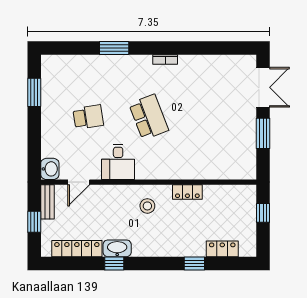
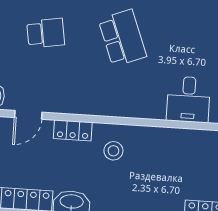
desk: (118, 162) -> (188, 99), moved
locker: (187, 192) -> (73, 130), moved

